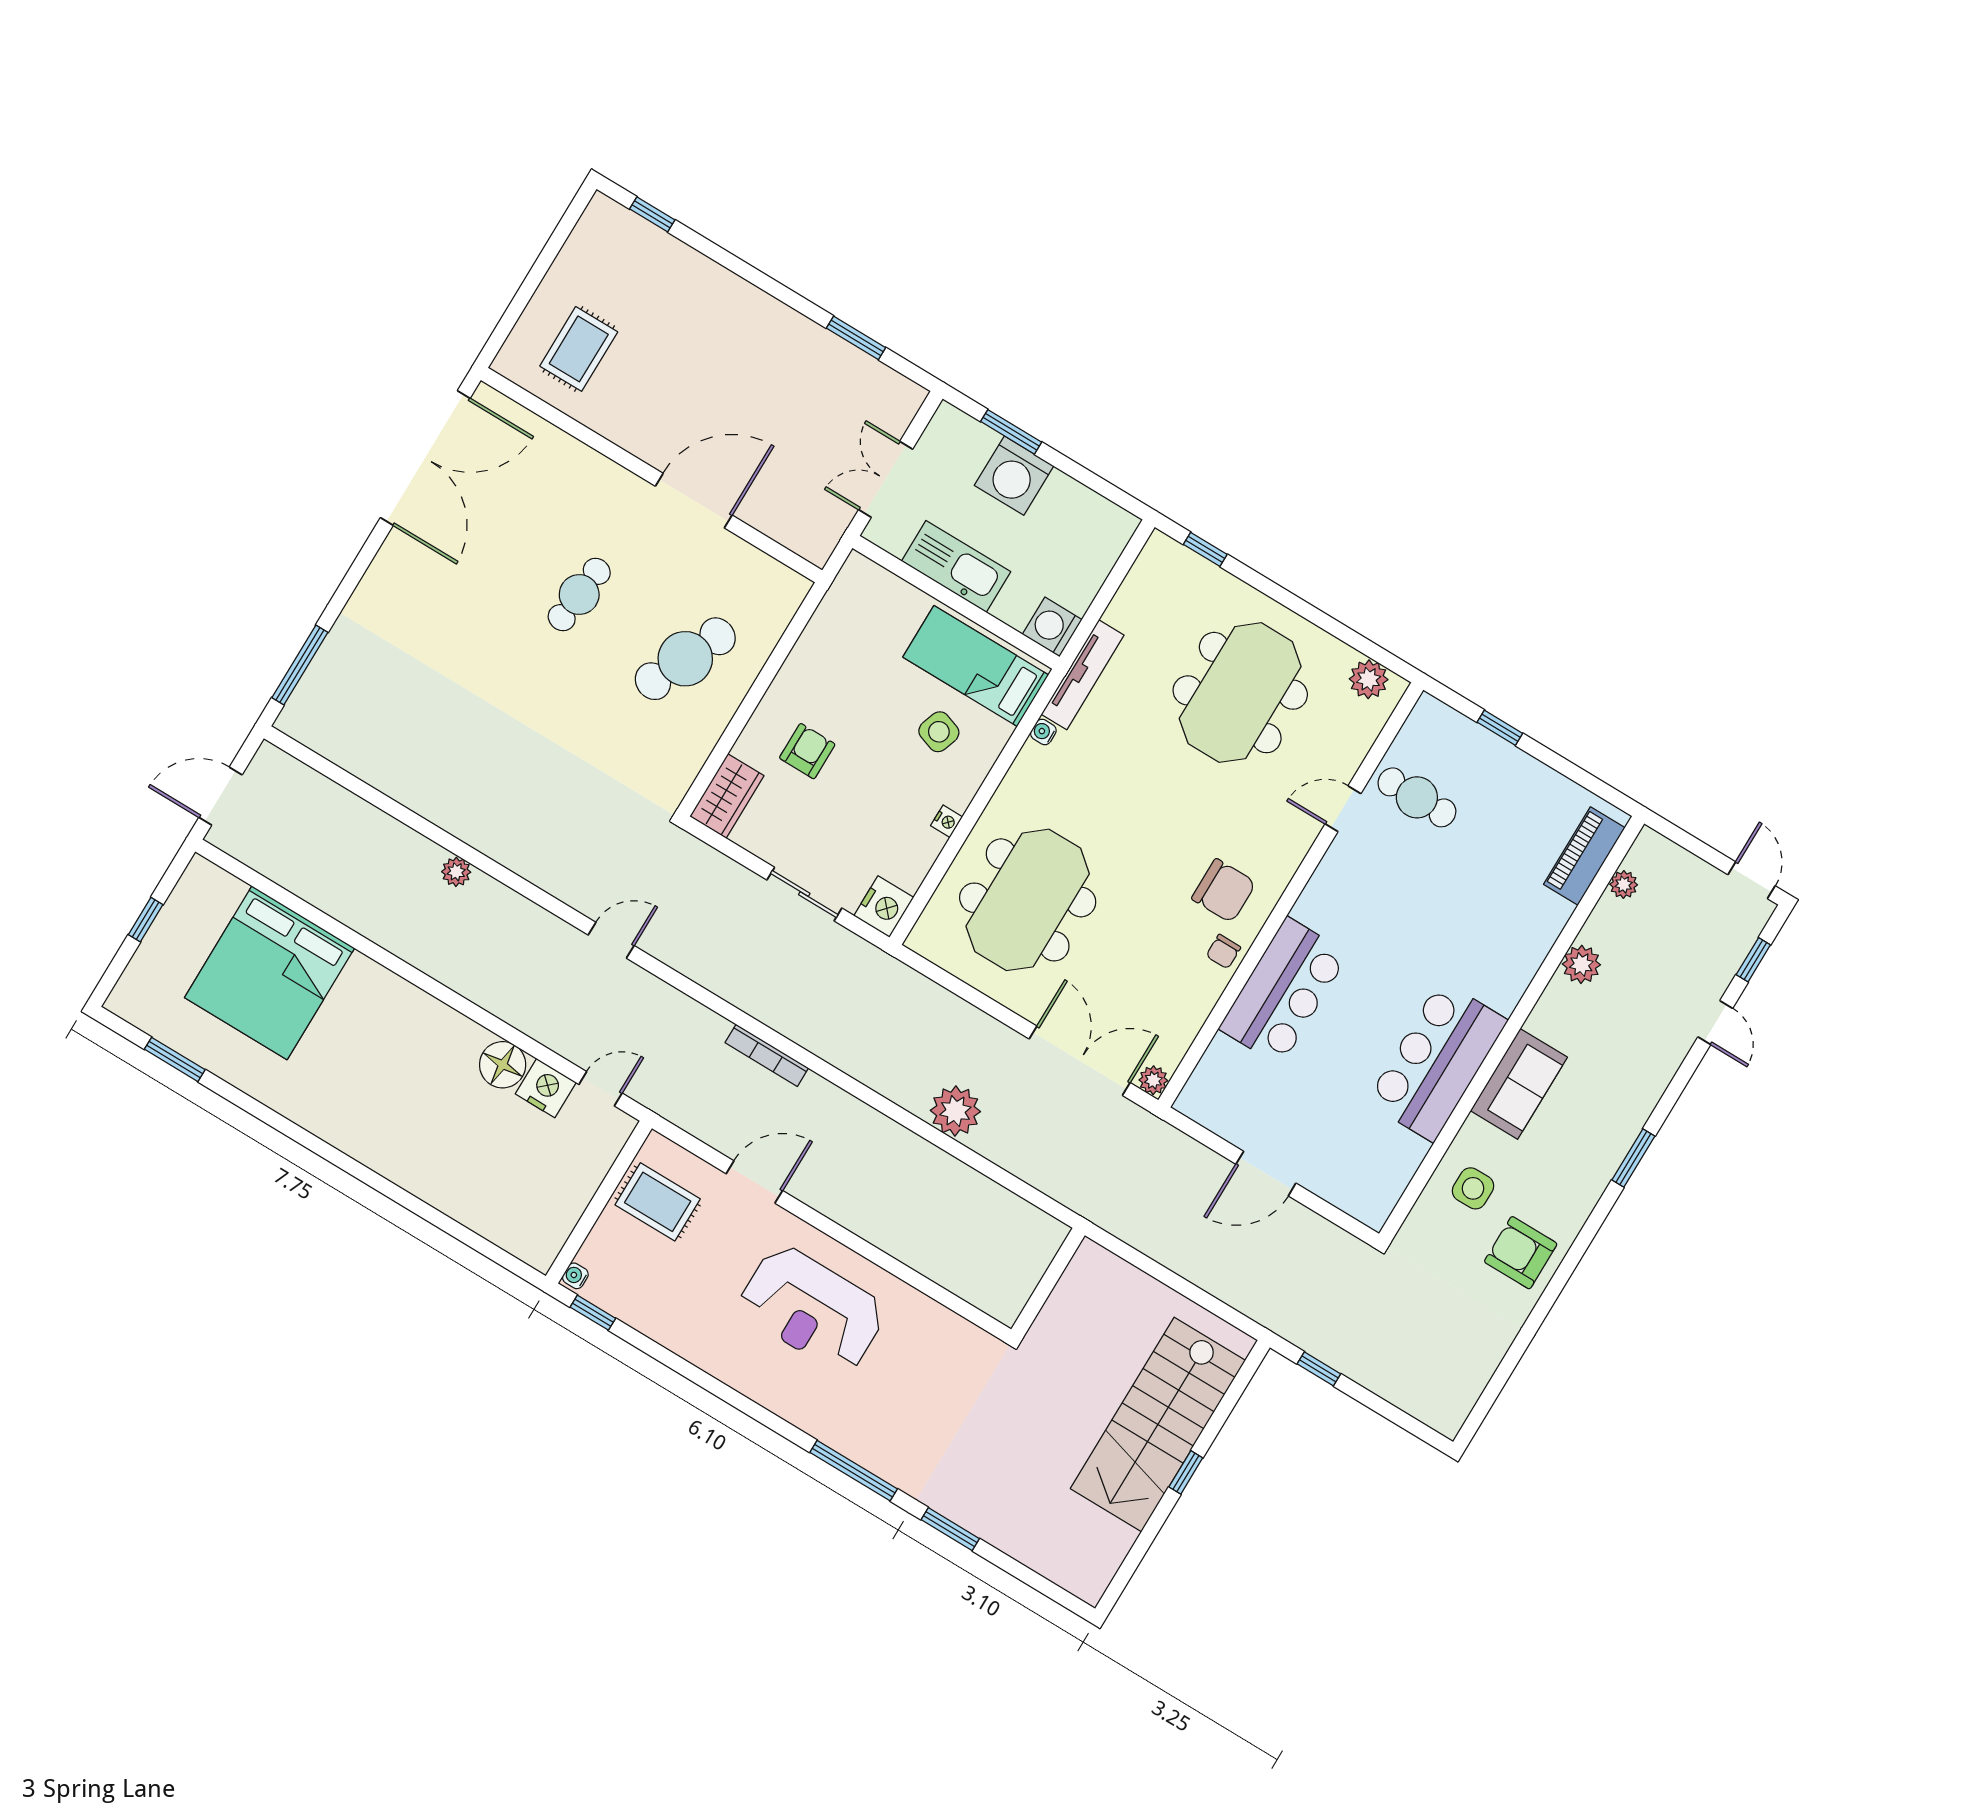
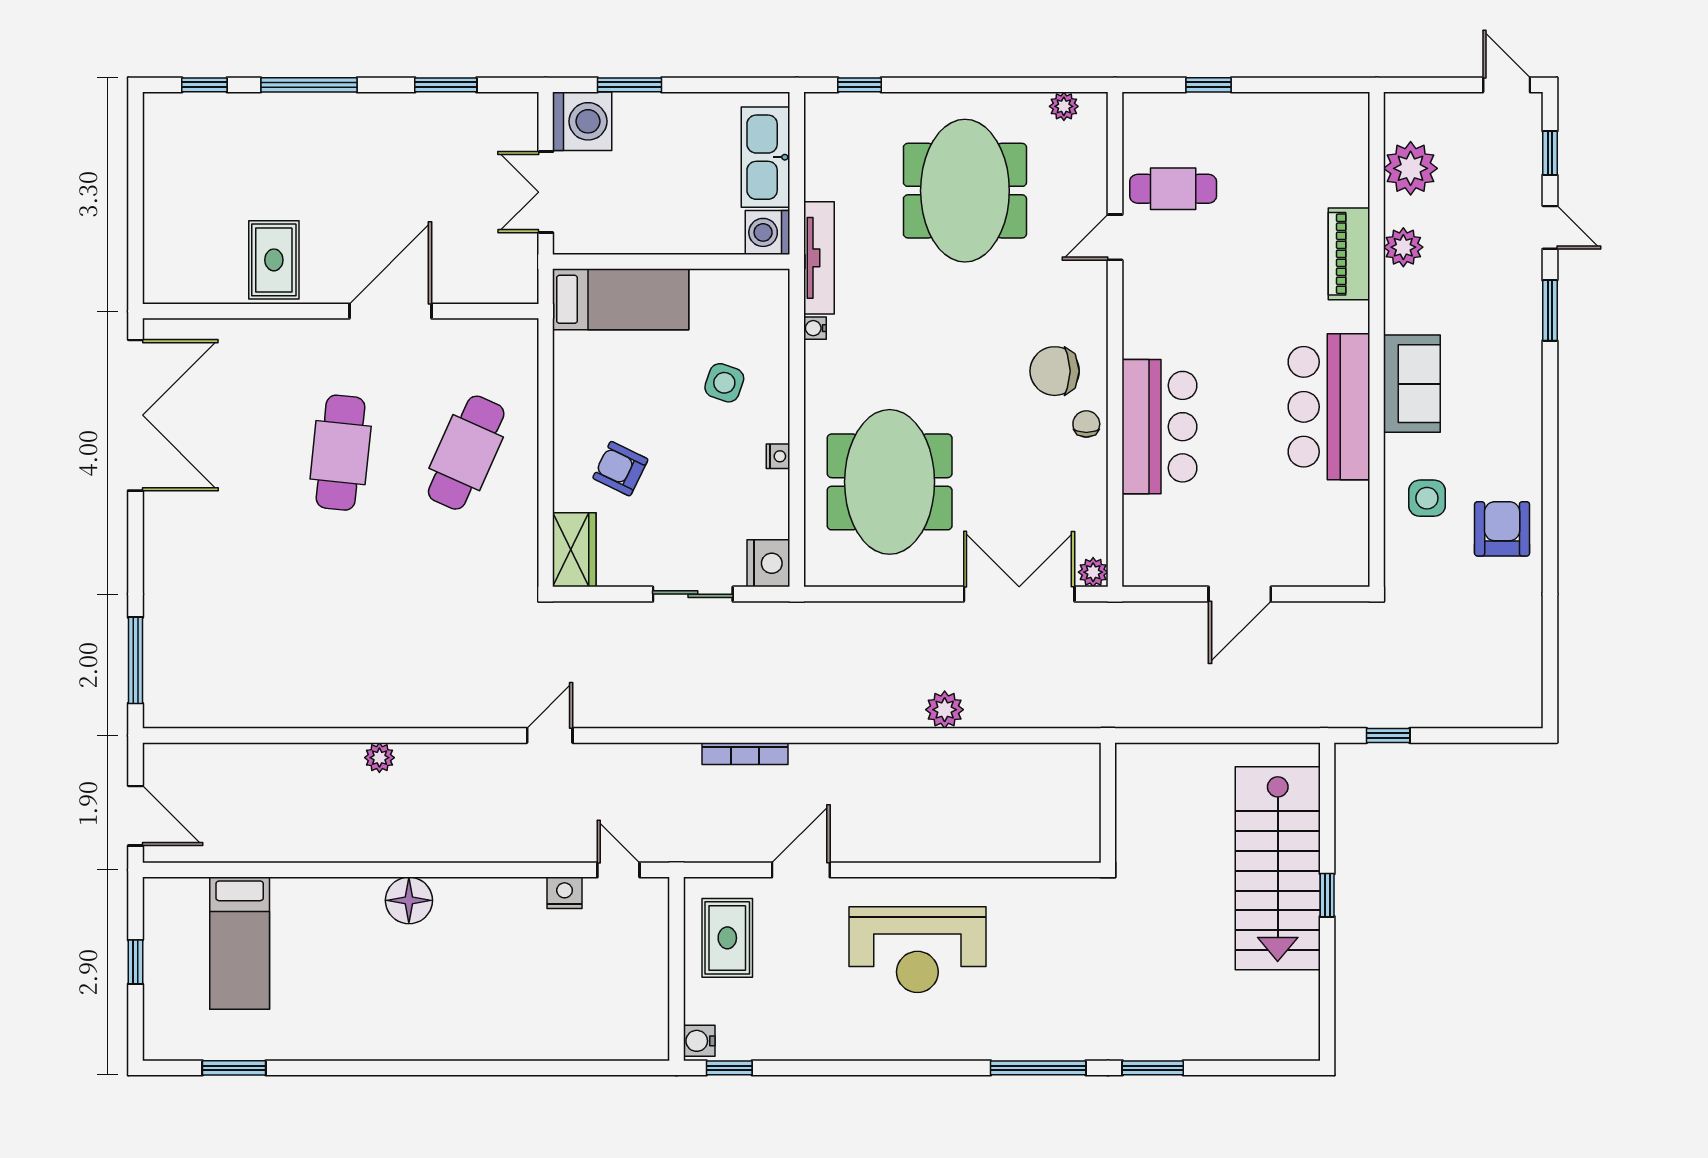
window: (741, 268) -> (309, 85), added
rug: (579, 349) -> (274, 260), moved
washing machine: (1014, 476) -> (582, 121), moved, turned -90
kitchen sink: (956, 566) -> (765, 157), moved, turned -90
cafe table: (579, 595) -> (341, 453), width x1.37, depth x1.35
bed: (976, 666) -> (621, 299), moved, turned 180
plant: (1369, 679) -> (1064, 106), width x0.73, depth x0.73
armchair: (807, 751) -> (620, 469), turned -64
door: (221, 796) -> (135, 816), swing flipped
piano: (1584, 856) -> (1349, 254), moved
plant: (1624, 885) -> (1411, 168), width x1.88, depth x1.88
chair: (1224, 891) -> (1055, 371), turned 180
chair: (1223, 952) -> (1086, 424), turned 180
bed: (269, 973) -> (240, 943), width x0.49
floor lamp: (503, 1065) -> (409, 900), moved
nightstand: (546, 1088) -> (565, 893), width x0.74, depth x0.75
door: (600, 1089) -> (618, 870), hinge flipped
plant: (955, 1111) -> (945, 710), width x0.73, depth x0.73
window: (1633, 1158) -> (1550, 310), moved
rug: (658, 1202) -> (727, 938), turned 90
armchair: (1521, 1253) -> (1502, 529), turned 90
water cooler: (575, 1276) -> (699, 1041), width x1.38, depth x1.38

